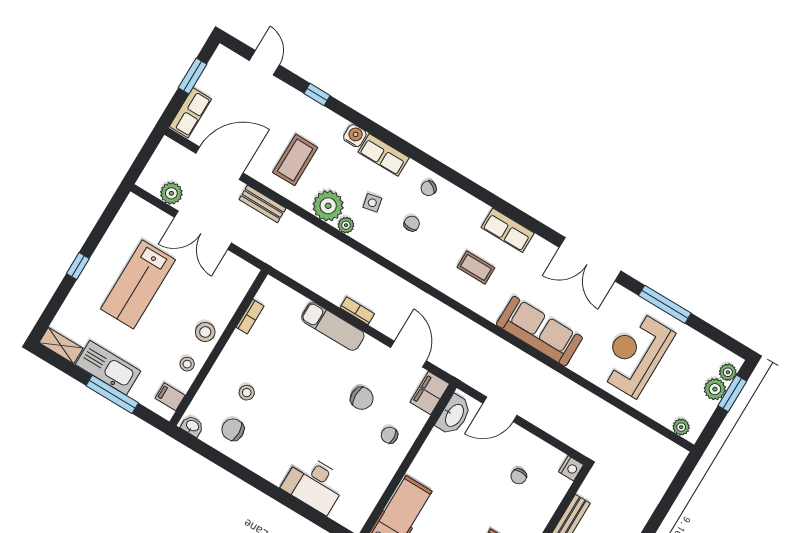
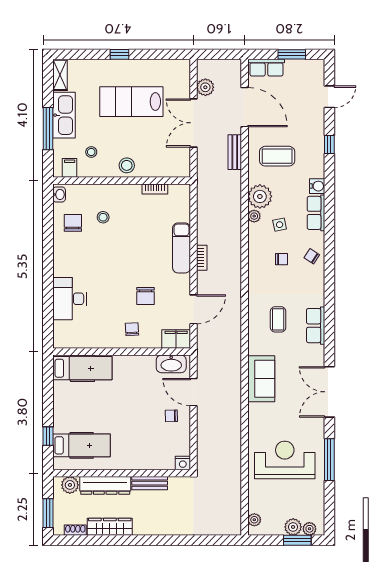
sofa: (539, 331) -> (261, 379), width x0.73
stool: (187, 364) -> (91, 152), moved
chair: (519, 476) -> (171, 416), moved

